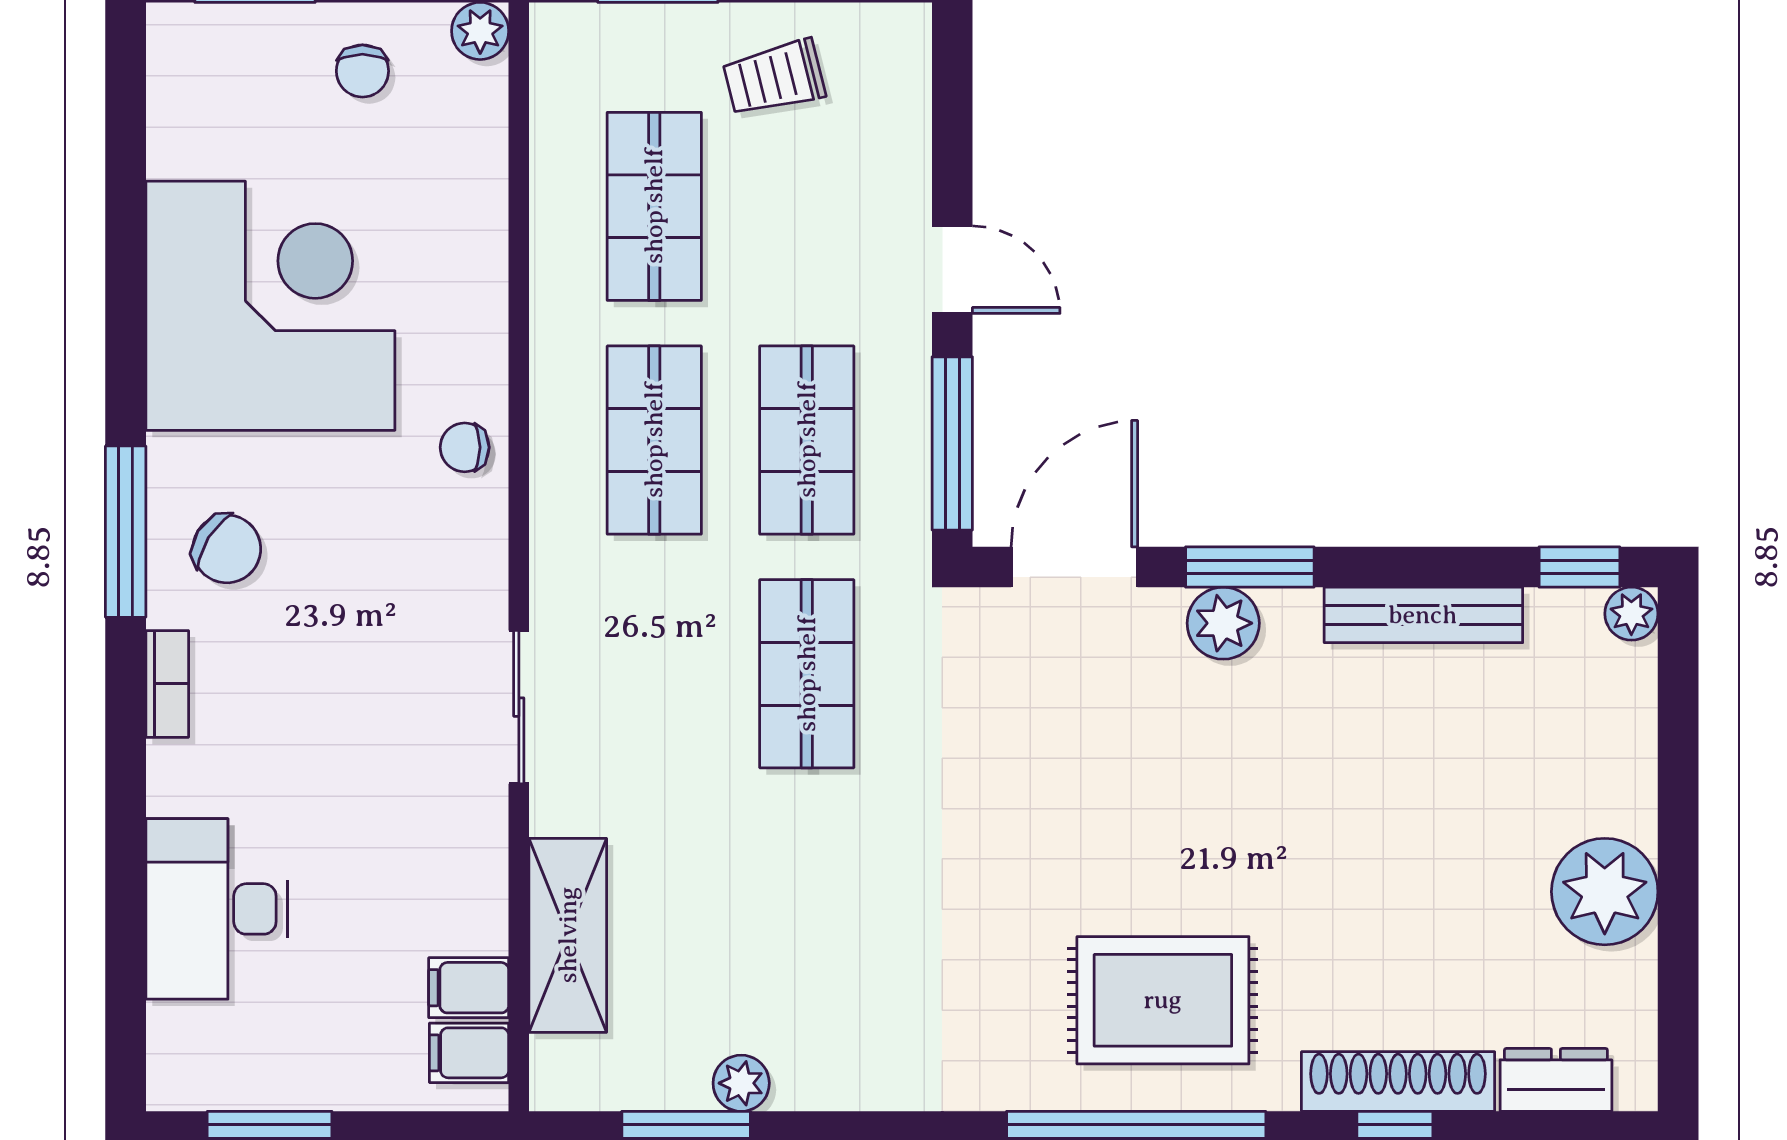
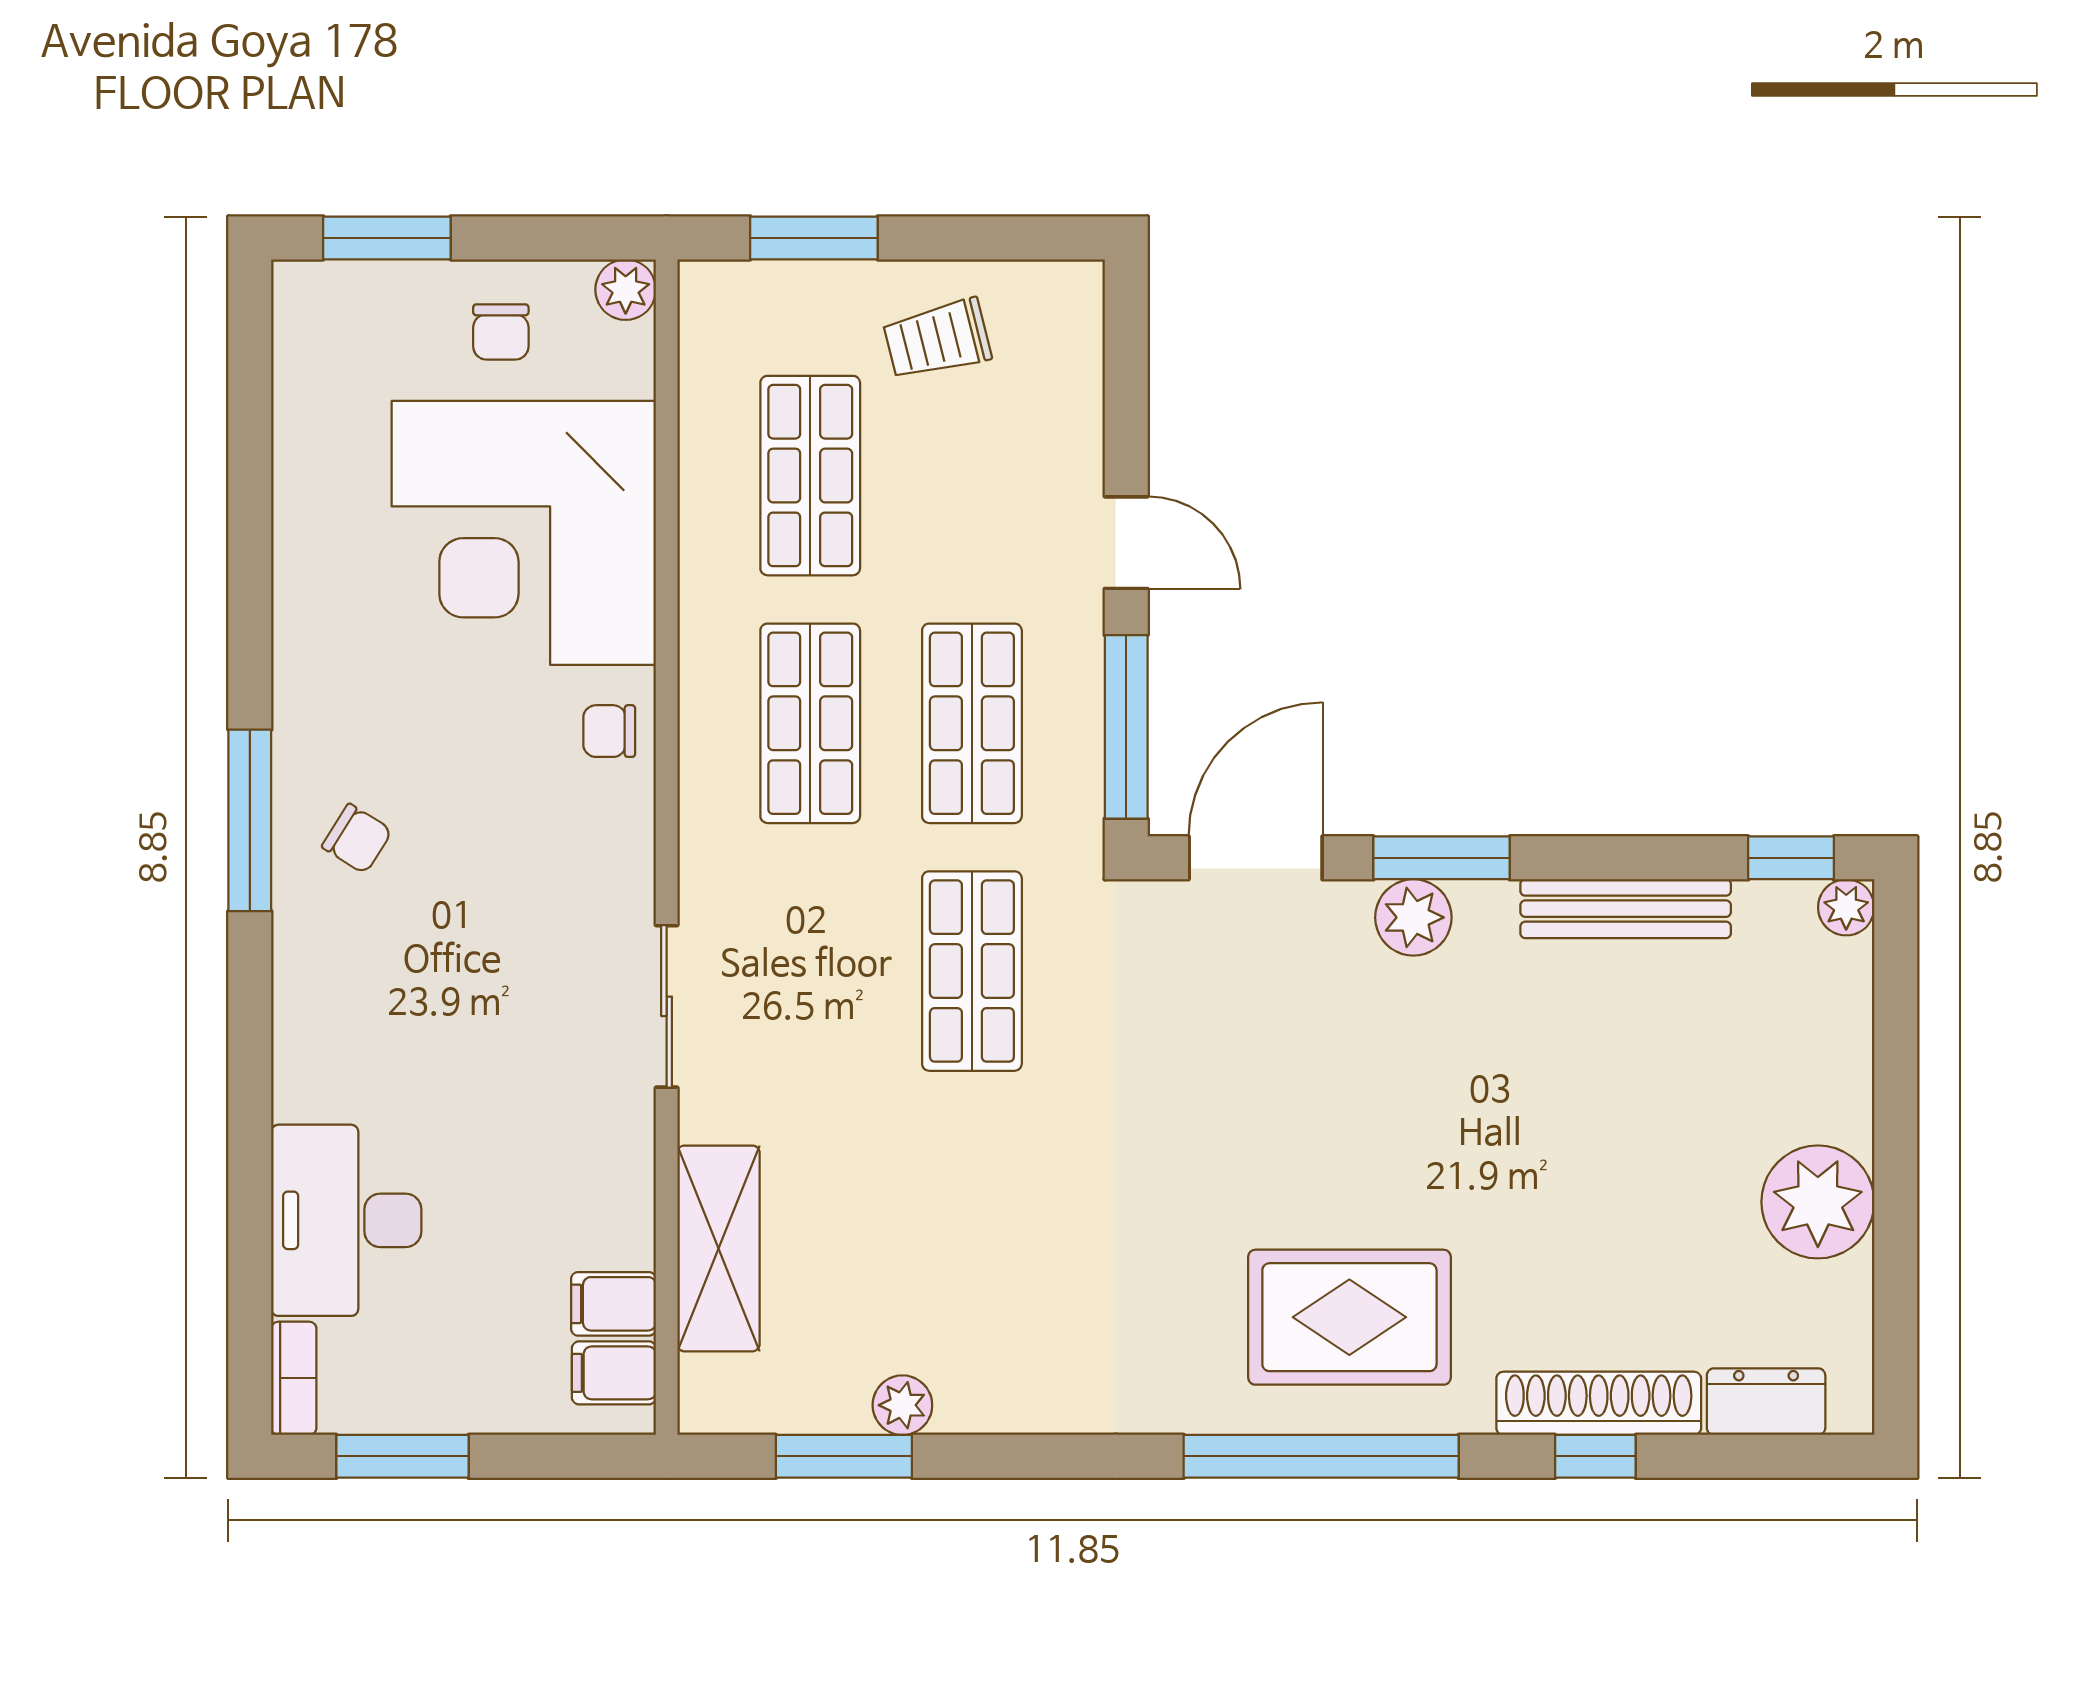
corner desk: (270, 306) -> (524, 533), moved, turned 180
chair: (227, 549) -> (357, 839), width x0.73, depth x0.73
bookcase: (167, 684) -> (294, 1378), moved

